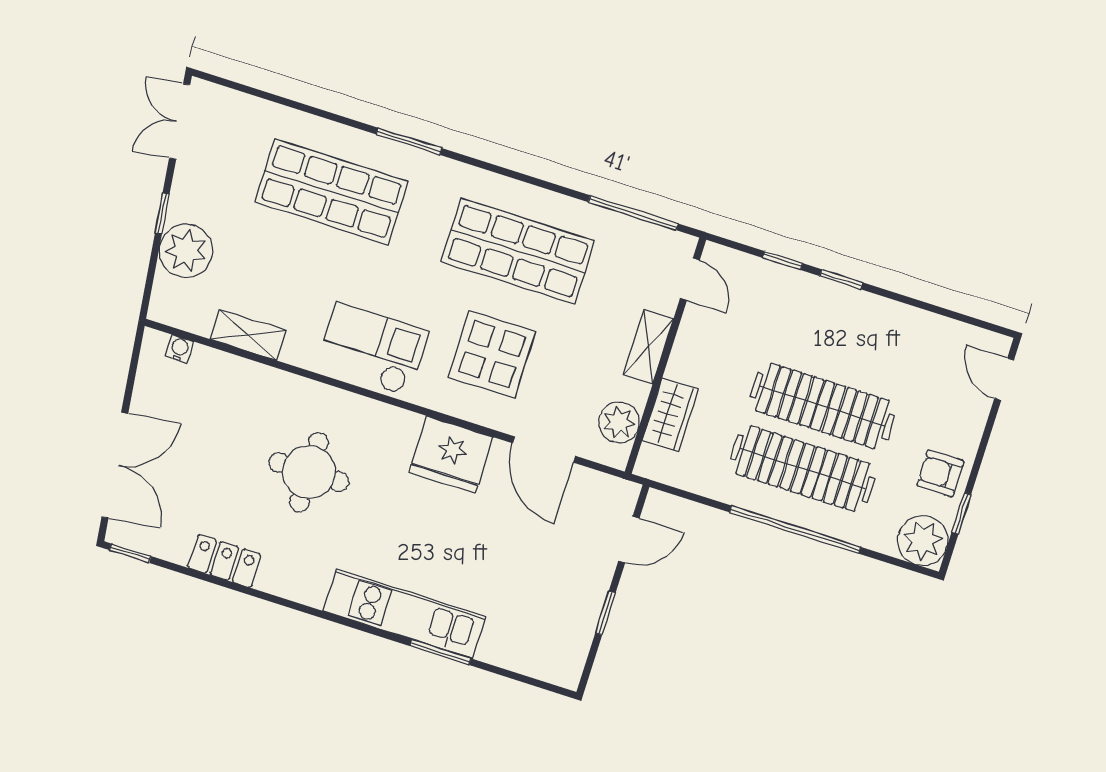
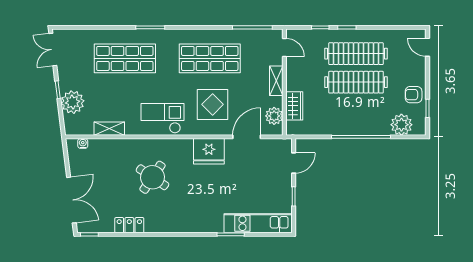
door: (544, 449) -> (247, 137), swing flipped
clothes rail: (803, 469) -> (356, 54), moved
round table: (309, 472) -> (152, 177), turned 34
plant: (923, 541) -> (401, 125), moved
kitchen unit: (404, 614) -> (258, 223), moved

